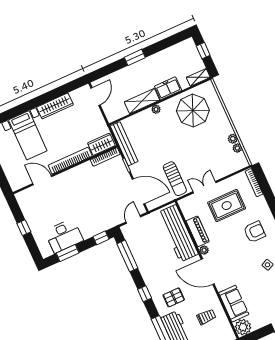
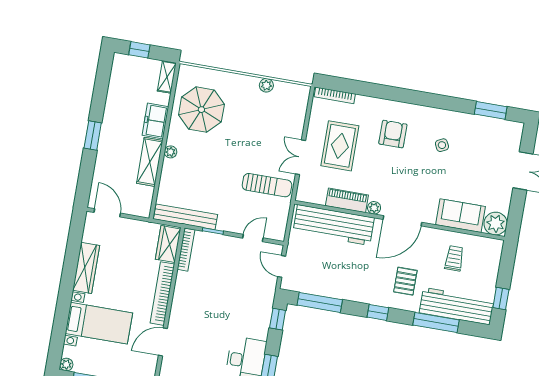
plant: (237, 148) -> (281, 87), removed
door: (138, 191) -> (253, 238), width x0.53

